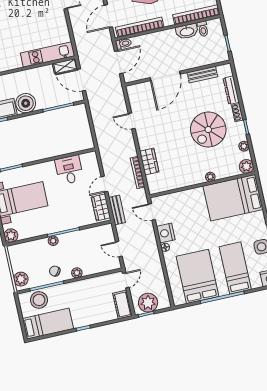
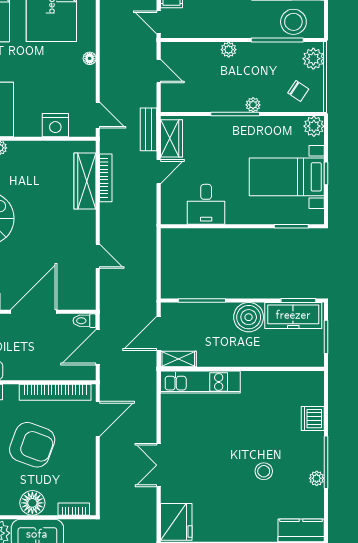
toilet: (123, 44) -> (84, 321), moved
door: (81, 80) -> (159, 333), swing flipped
wardrobe: (149, 162) -> (85, 181), width x1.50
nightstand: (166, 233) -> (55, 125), moved, turned 90
chair: (55, 271) -> (298, 91), moved
door: (126, 280) -> (159, 22), hinge flipped

